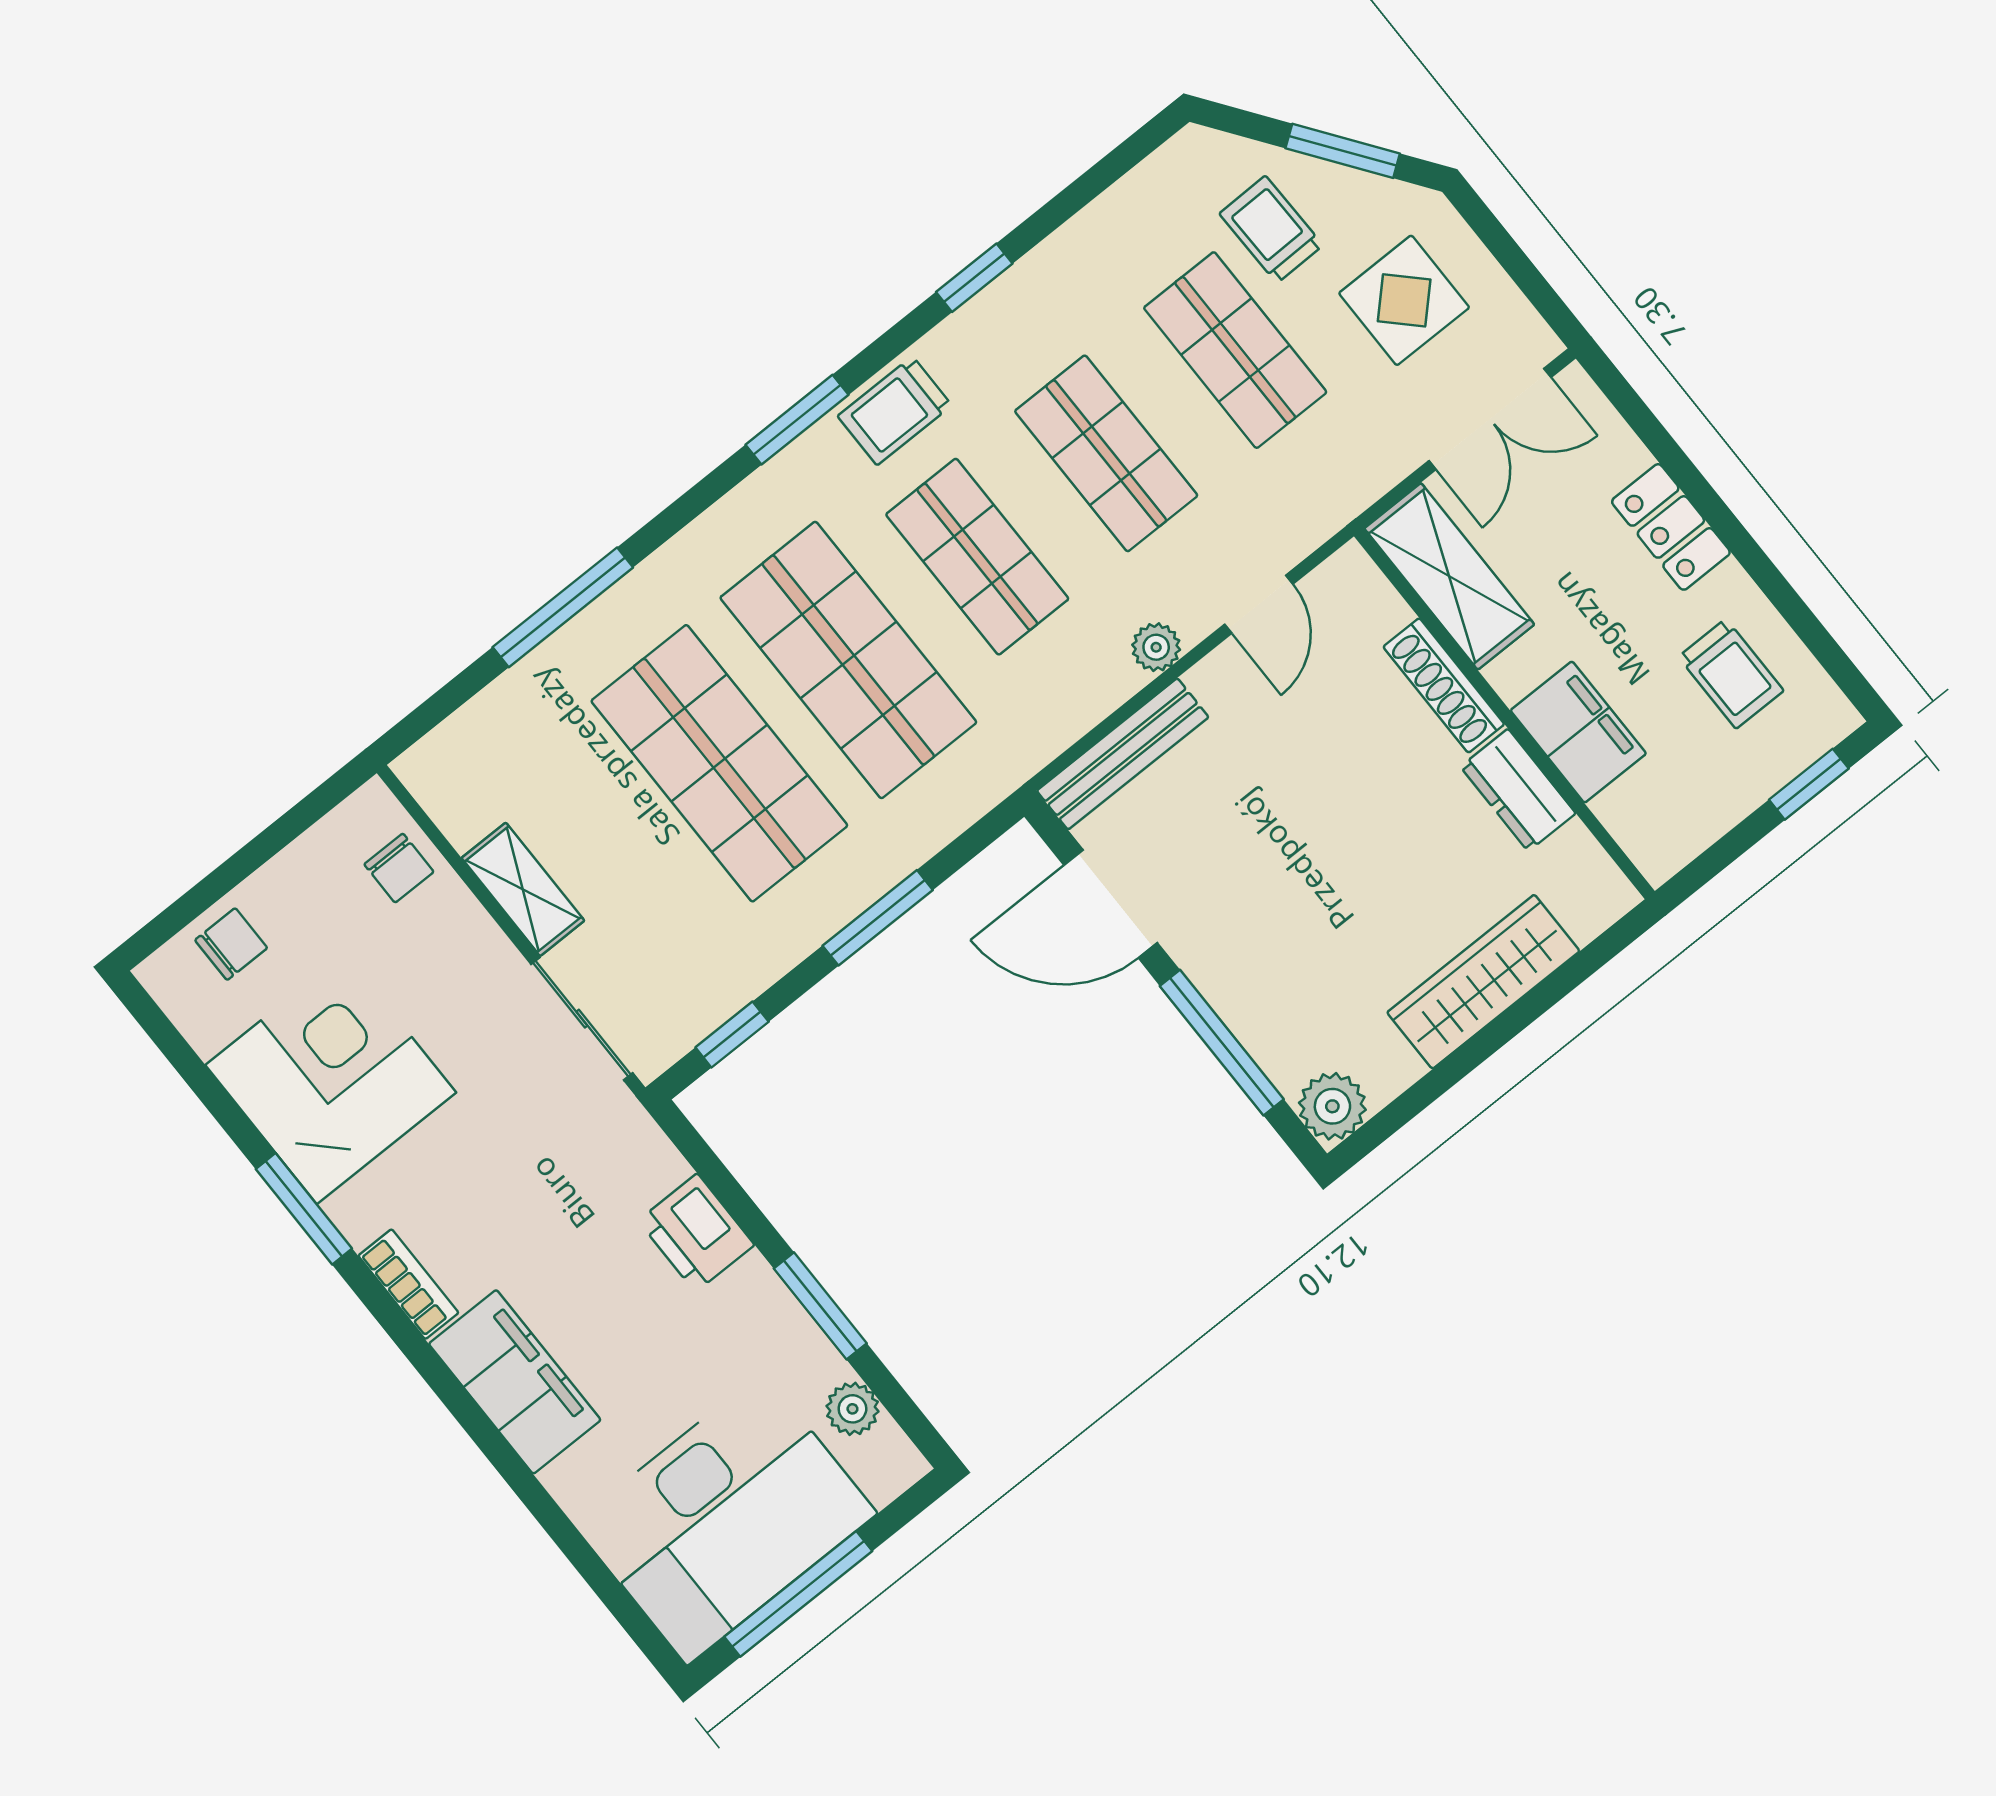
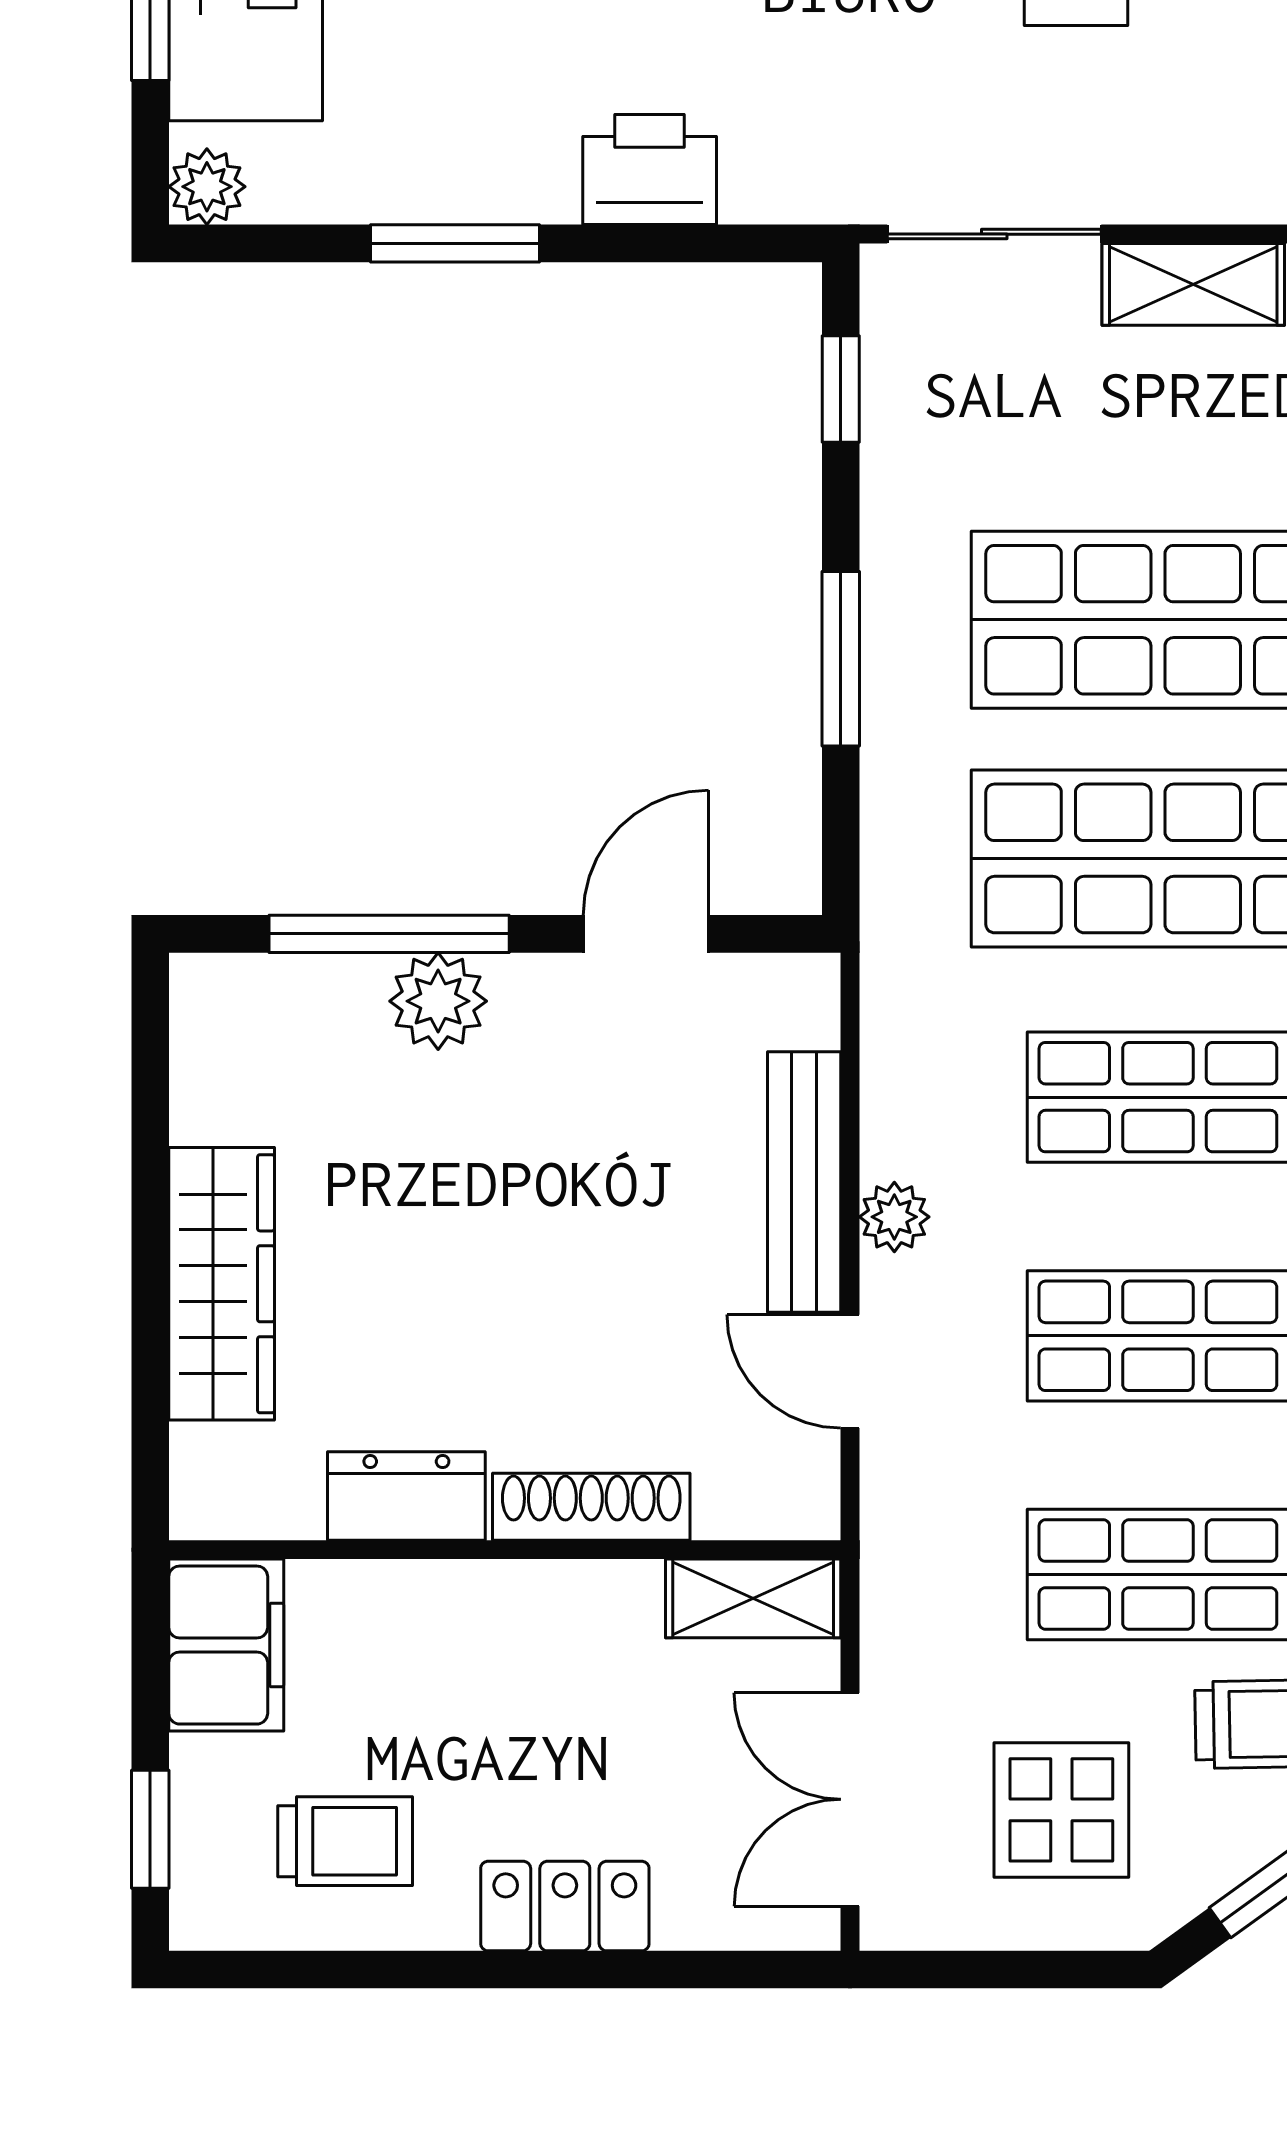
shelving: (1449, 576) -> (753, 1598), width x0.67, depth x0.75
trolley: (1731, 674) -> (345, 1841), turned 180
filing cabinet: (1578, 732) -> (226, 1645), moved, turned -90
bench: (1123, 754) -> (804, 1182), moved
door: (1111, 904) -> (646, 934), width x0.73
plant: (1332, 1106) -> (438, 1001), moved
plant: (852, 1409) -> (207, 187), moved

